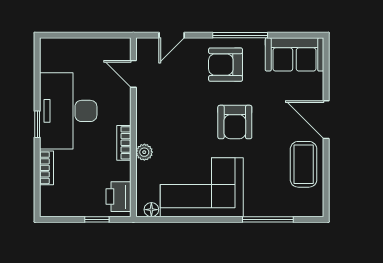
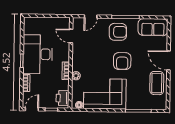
armchair: (226, 65) -> (118, 32), turned 180
door: (58, 219) -> (32, 109), added

